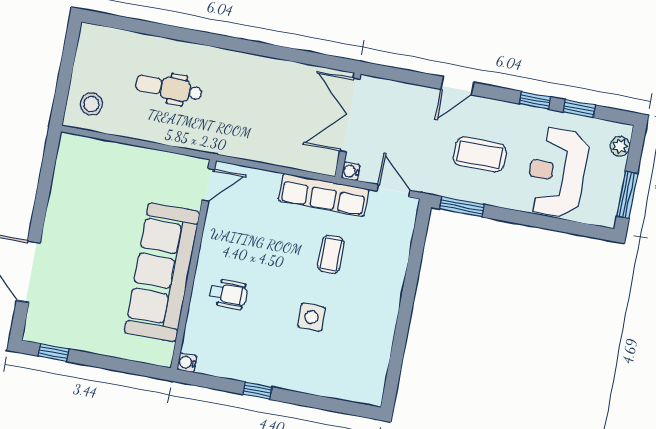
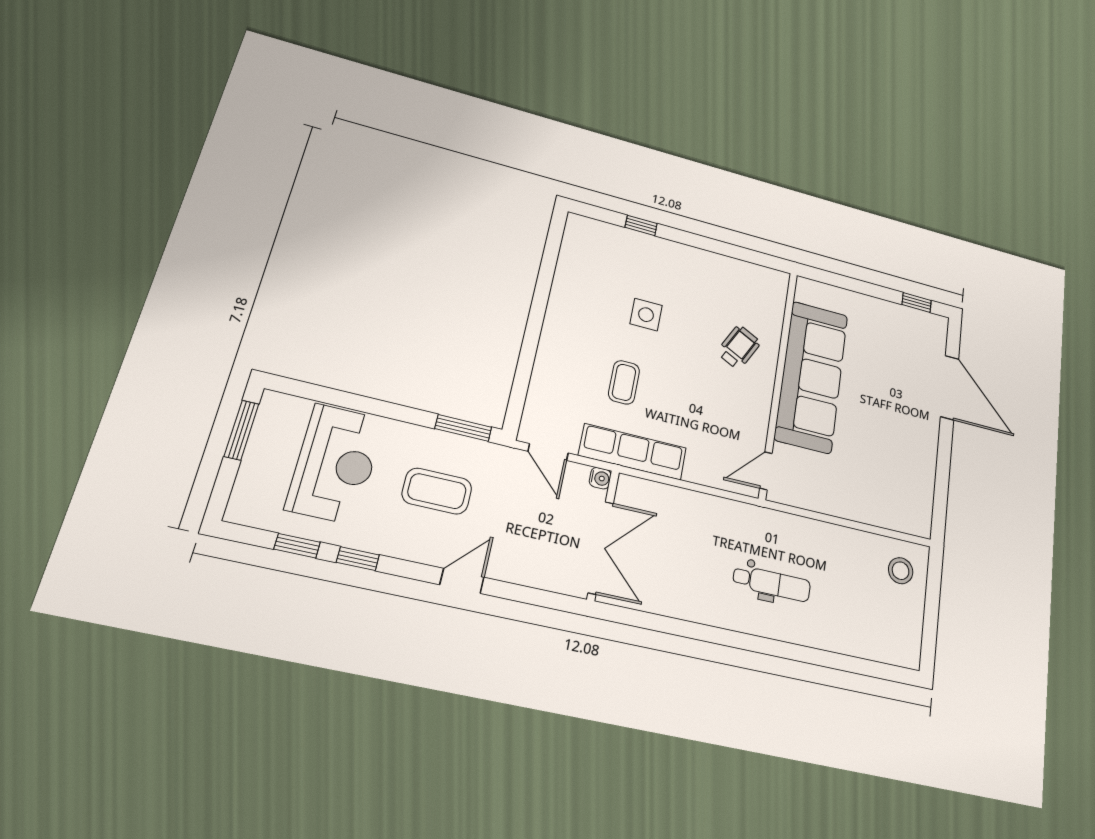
dental chair: (169, 88) -> (772, 583), moved
plant: (620, 146) -> (244, 494), removed
wheelchair: (229, 294) -> (739, 347), turned 117
water cooler: (187, 362) -> (780, 279), removed
window: (257, 391) -> (641, 225), moved

